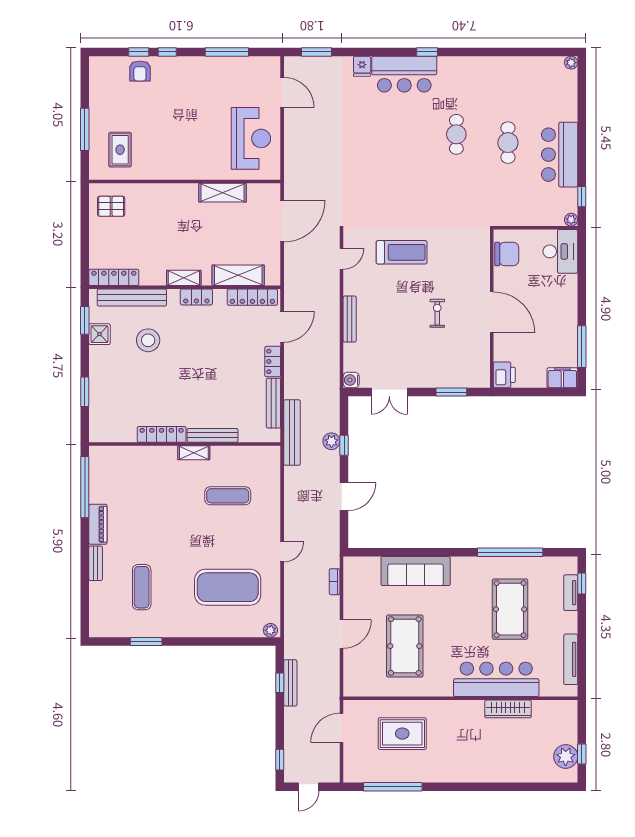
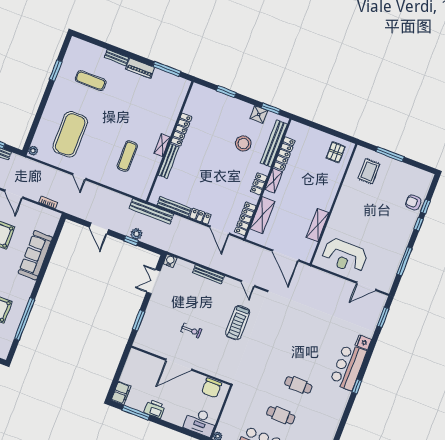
rug: (120, 150) -> (369, 171), turned 90
locker: (114, 277) -> (284, 154), moved
printer: (504, 375) -> (155, 409), moved, turned 180
window: (85, 487) -> (167, 69), width x0.68

